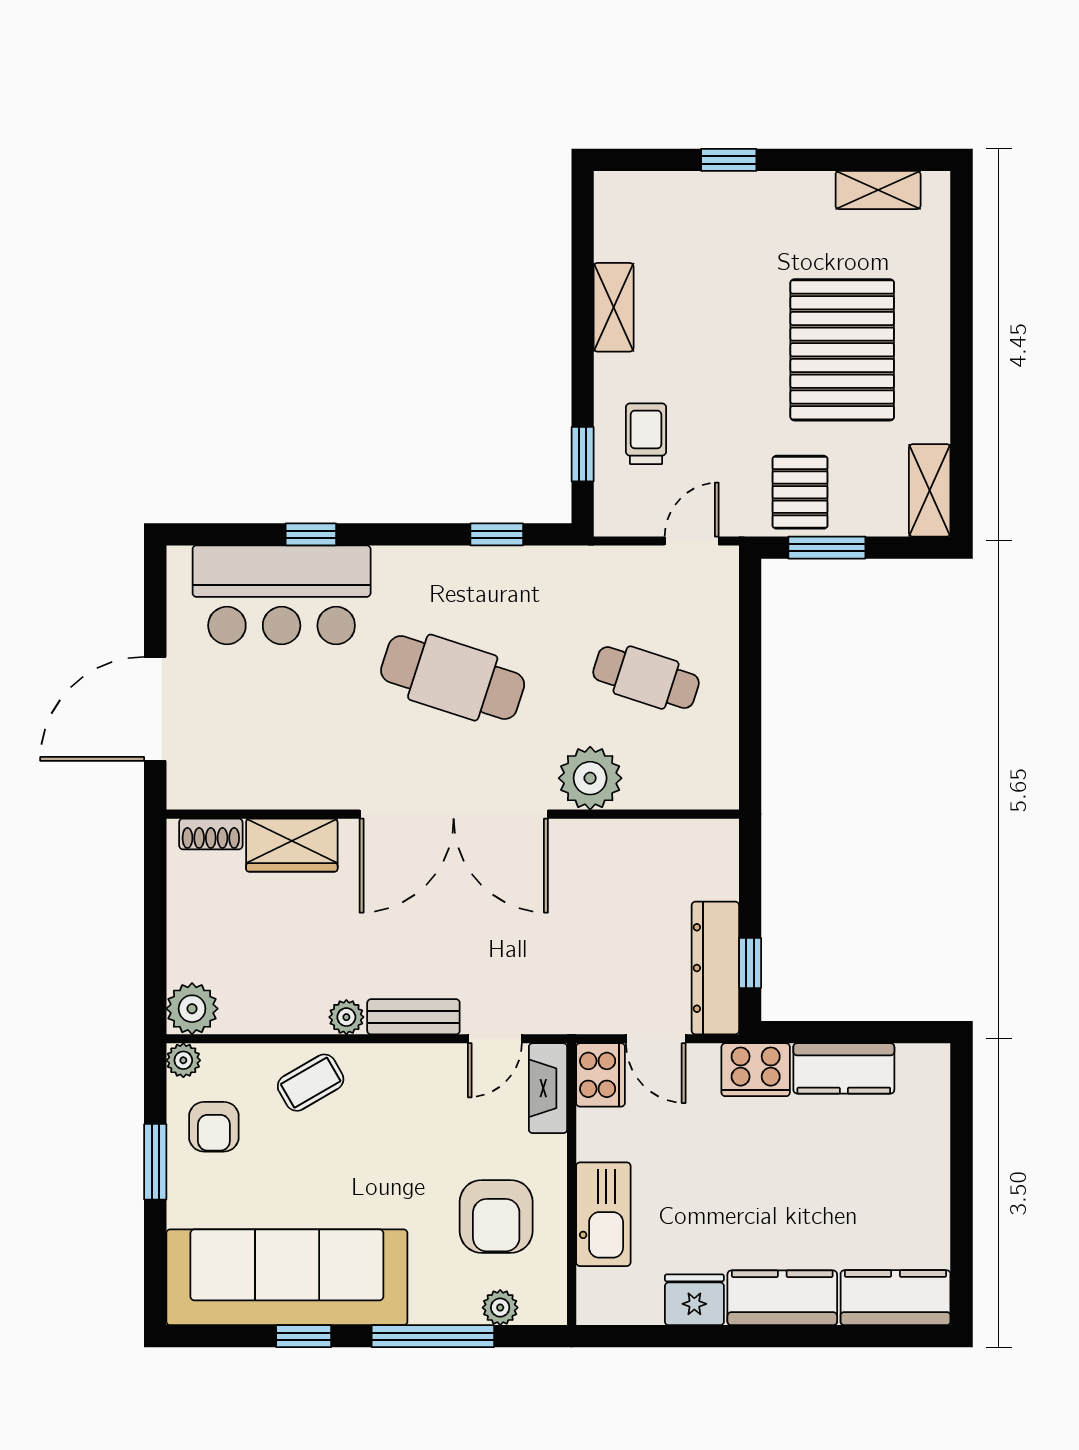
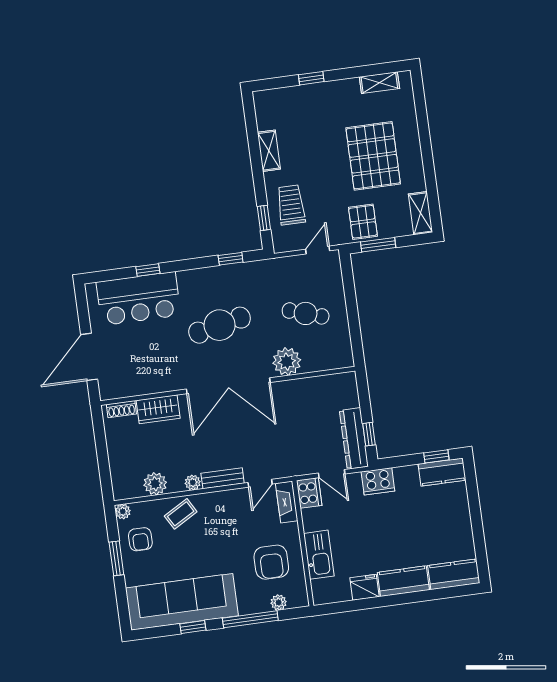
trolley: (646, 434) -> (291, 205), width x1.36, depth x1.39
cafe table: (453, 678) -> (220, 325), turned -30
plant: (192, 1009) -> (155, 484), moved
window: (892, 1032) -> (436, 456), added
kitchen counter: (844, 1068) -> (442, 472), moved

